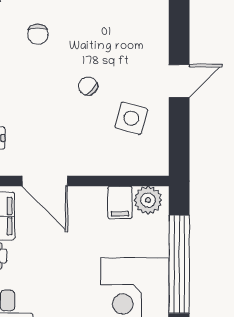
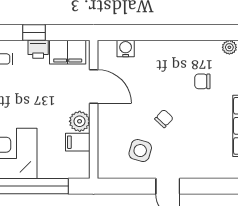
door: (45, 181) -> (94, 87), swing flipped
plant: (148, 200) -> (80, 121), moved

